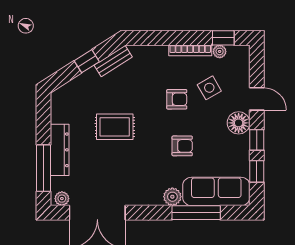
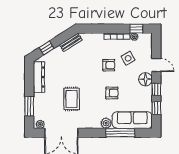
window: (87, 61) -> (46, 48), moved
rug: (115, 127) -> (72, 99), moved, turned 90
dresser: (60, 150) -> (39, 77), moved
window: (44, 168) -> (29, 106), width x0.69

